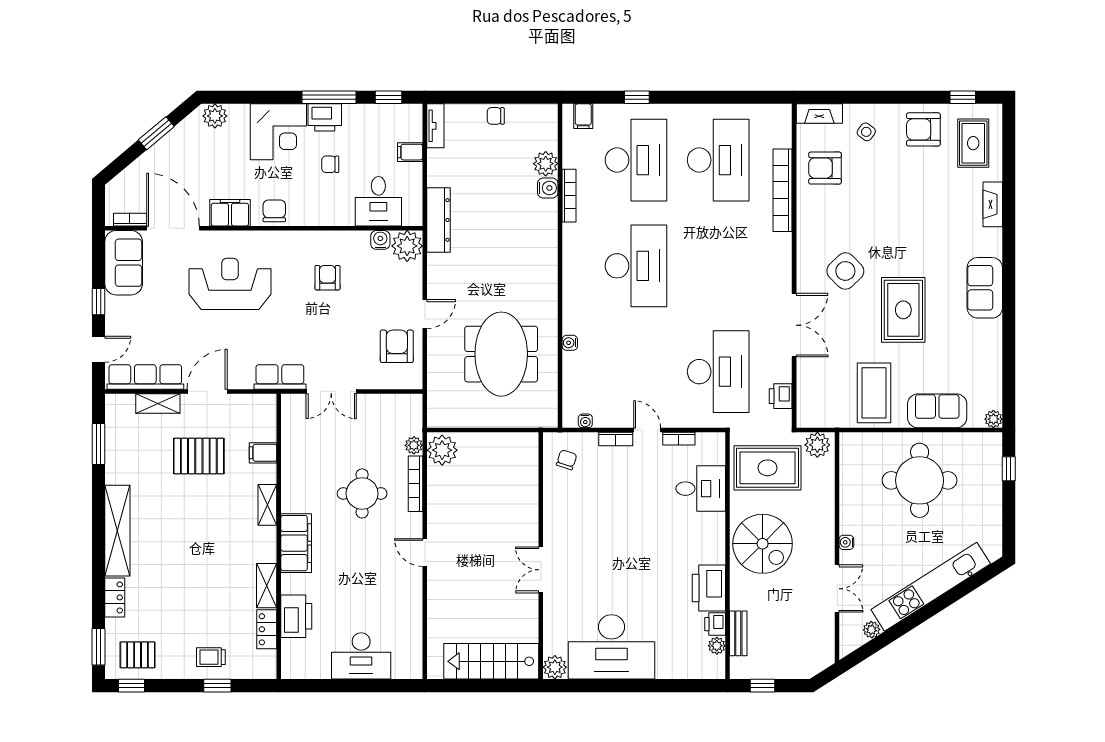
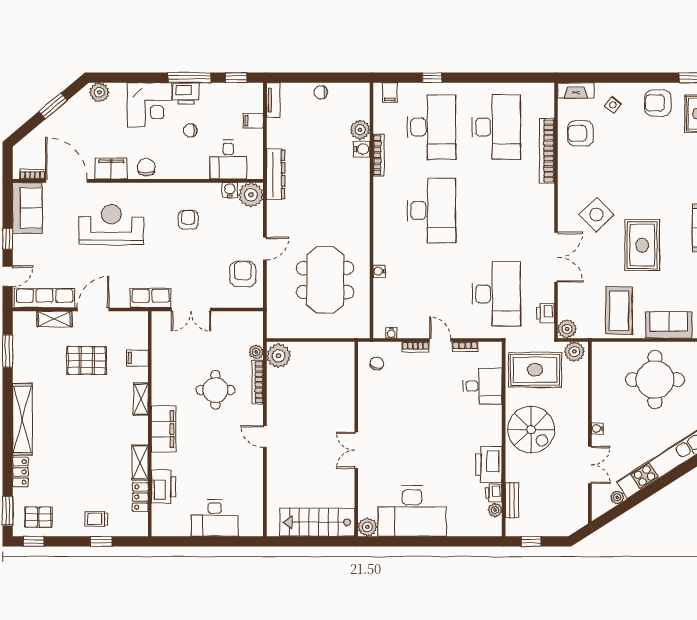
plant: (808, 416) -> (567, 329), added

